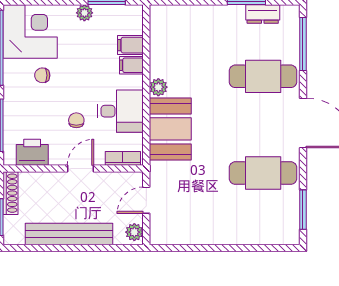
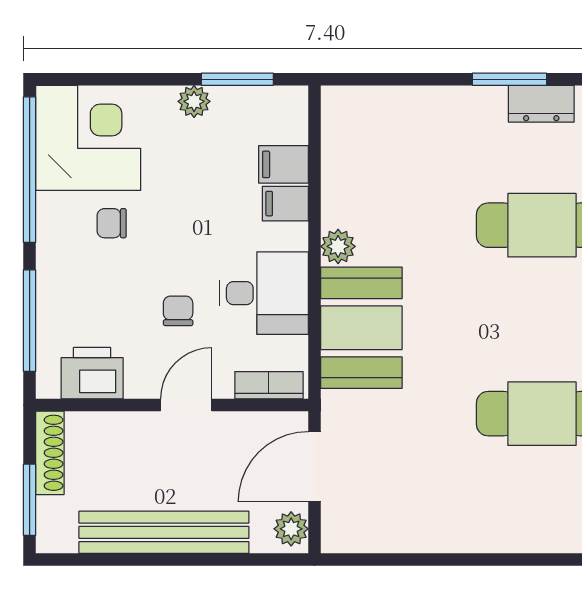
door: (146, 200) -> (314, 467), width x1.38

